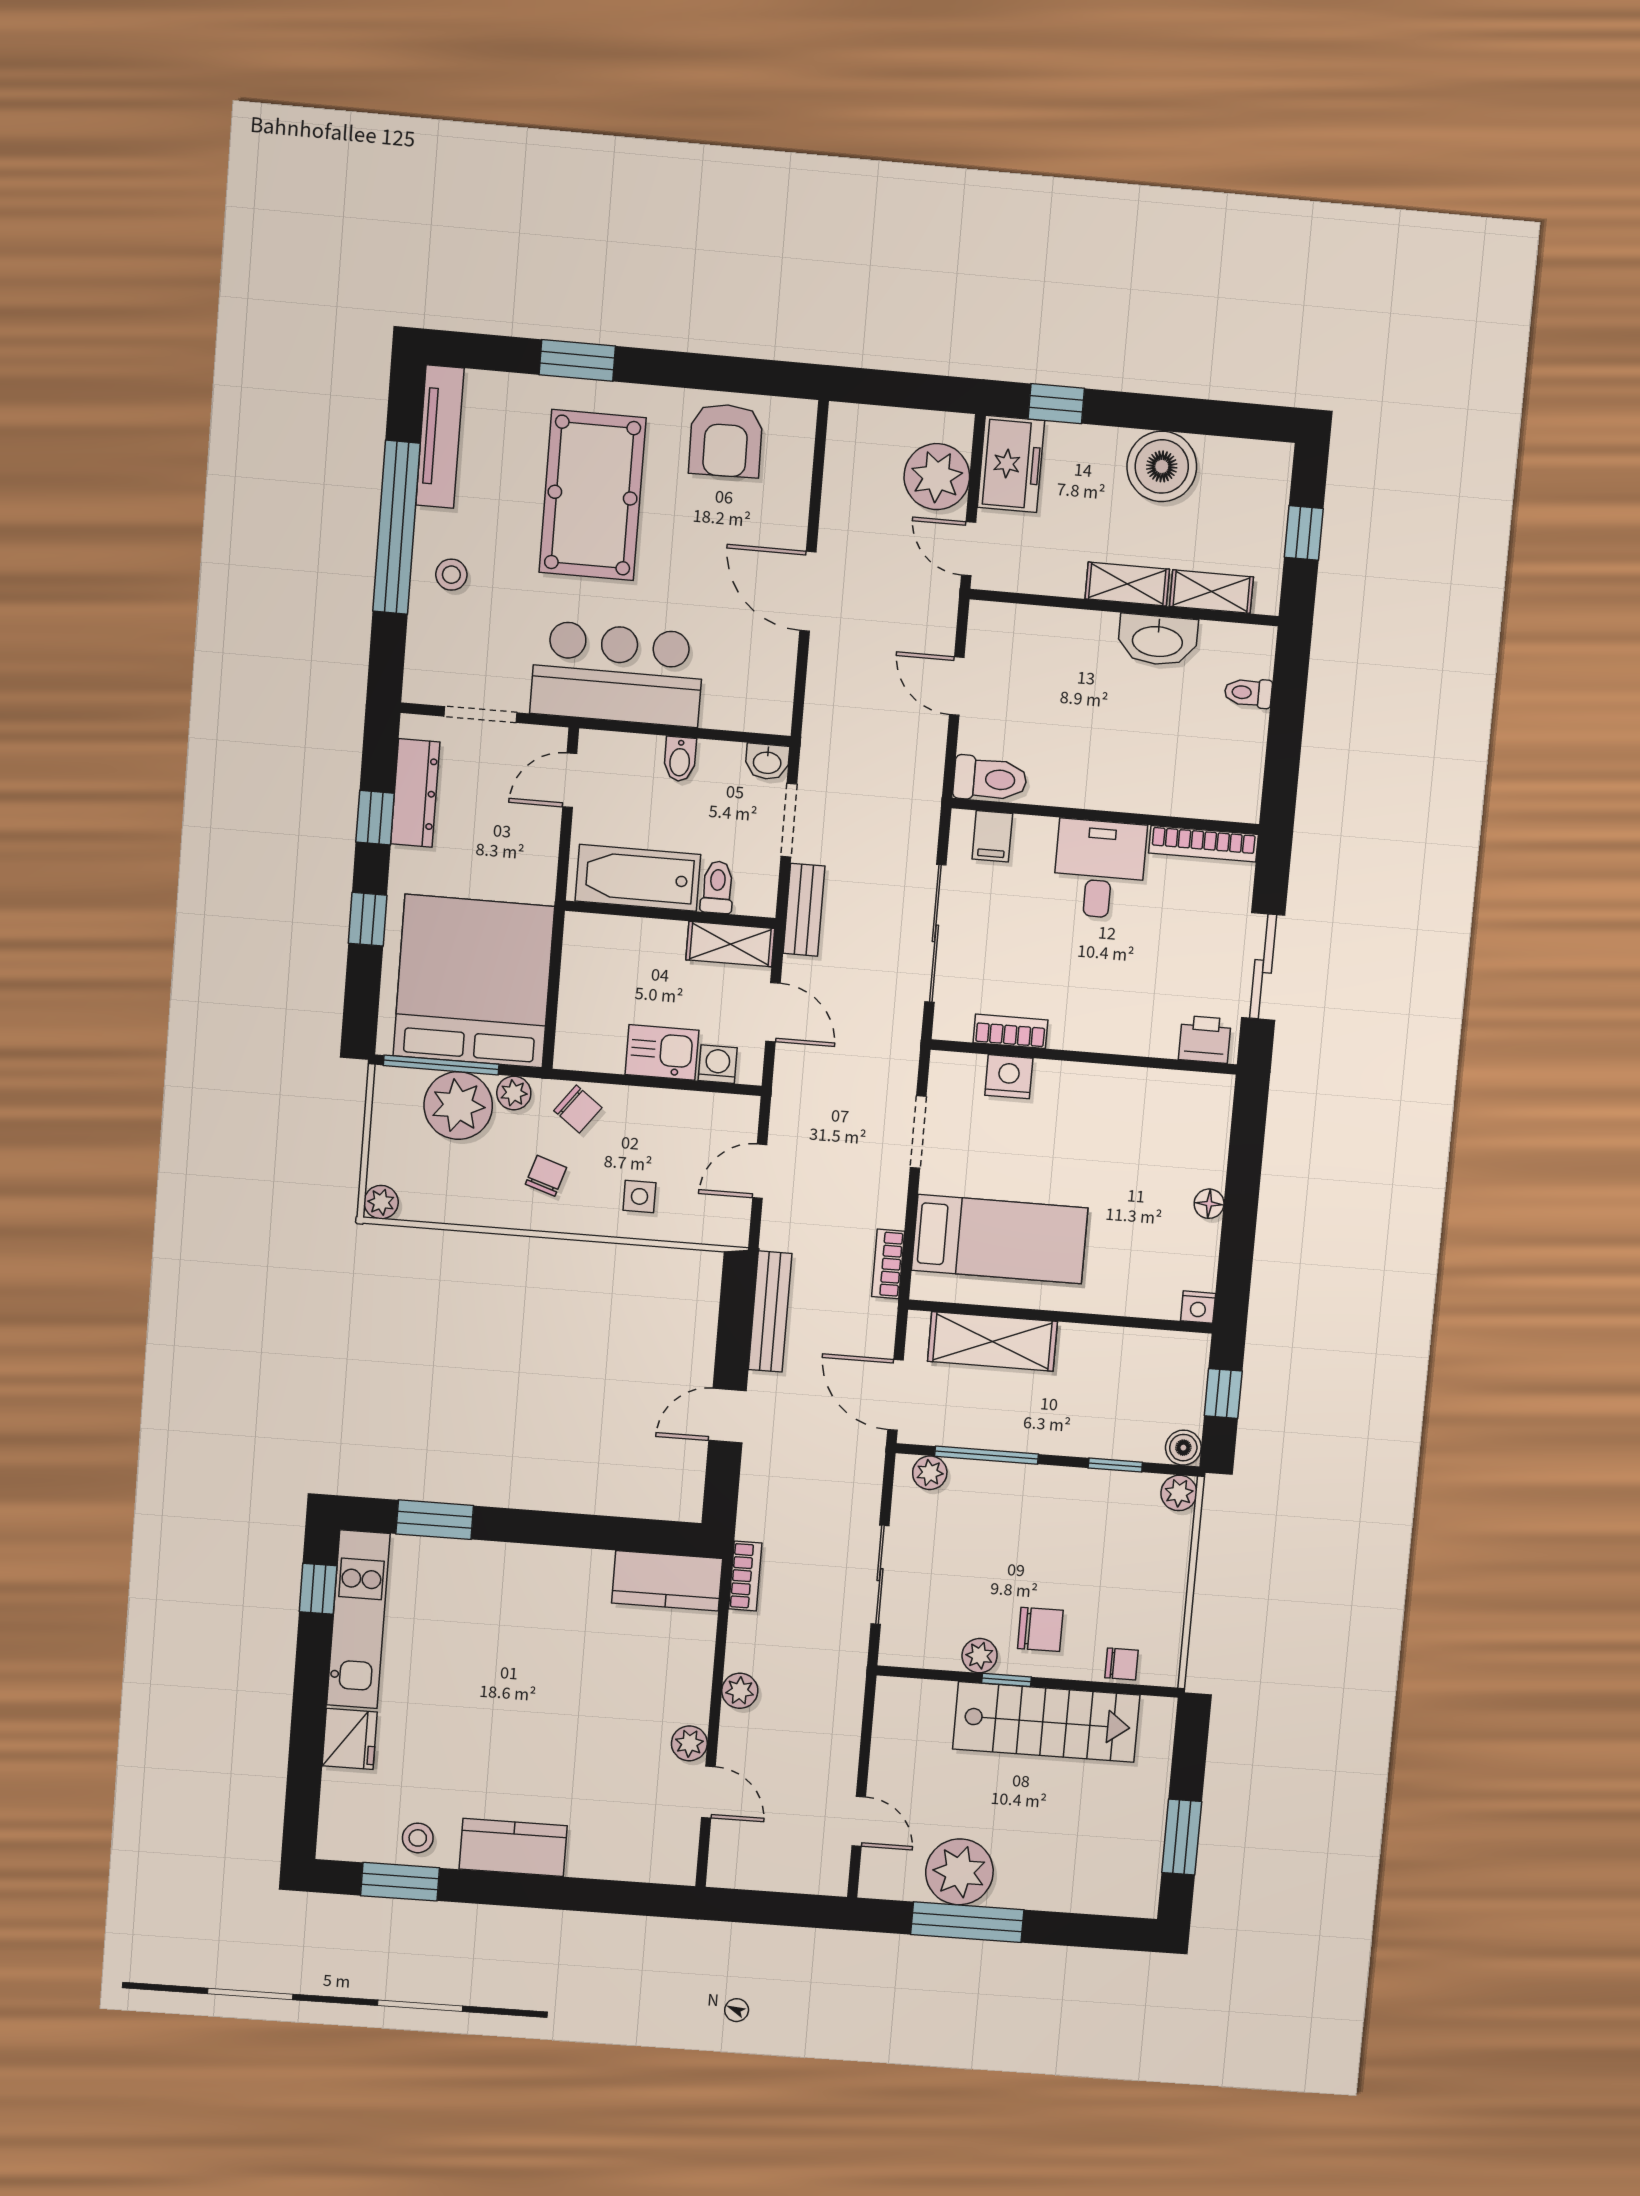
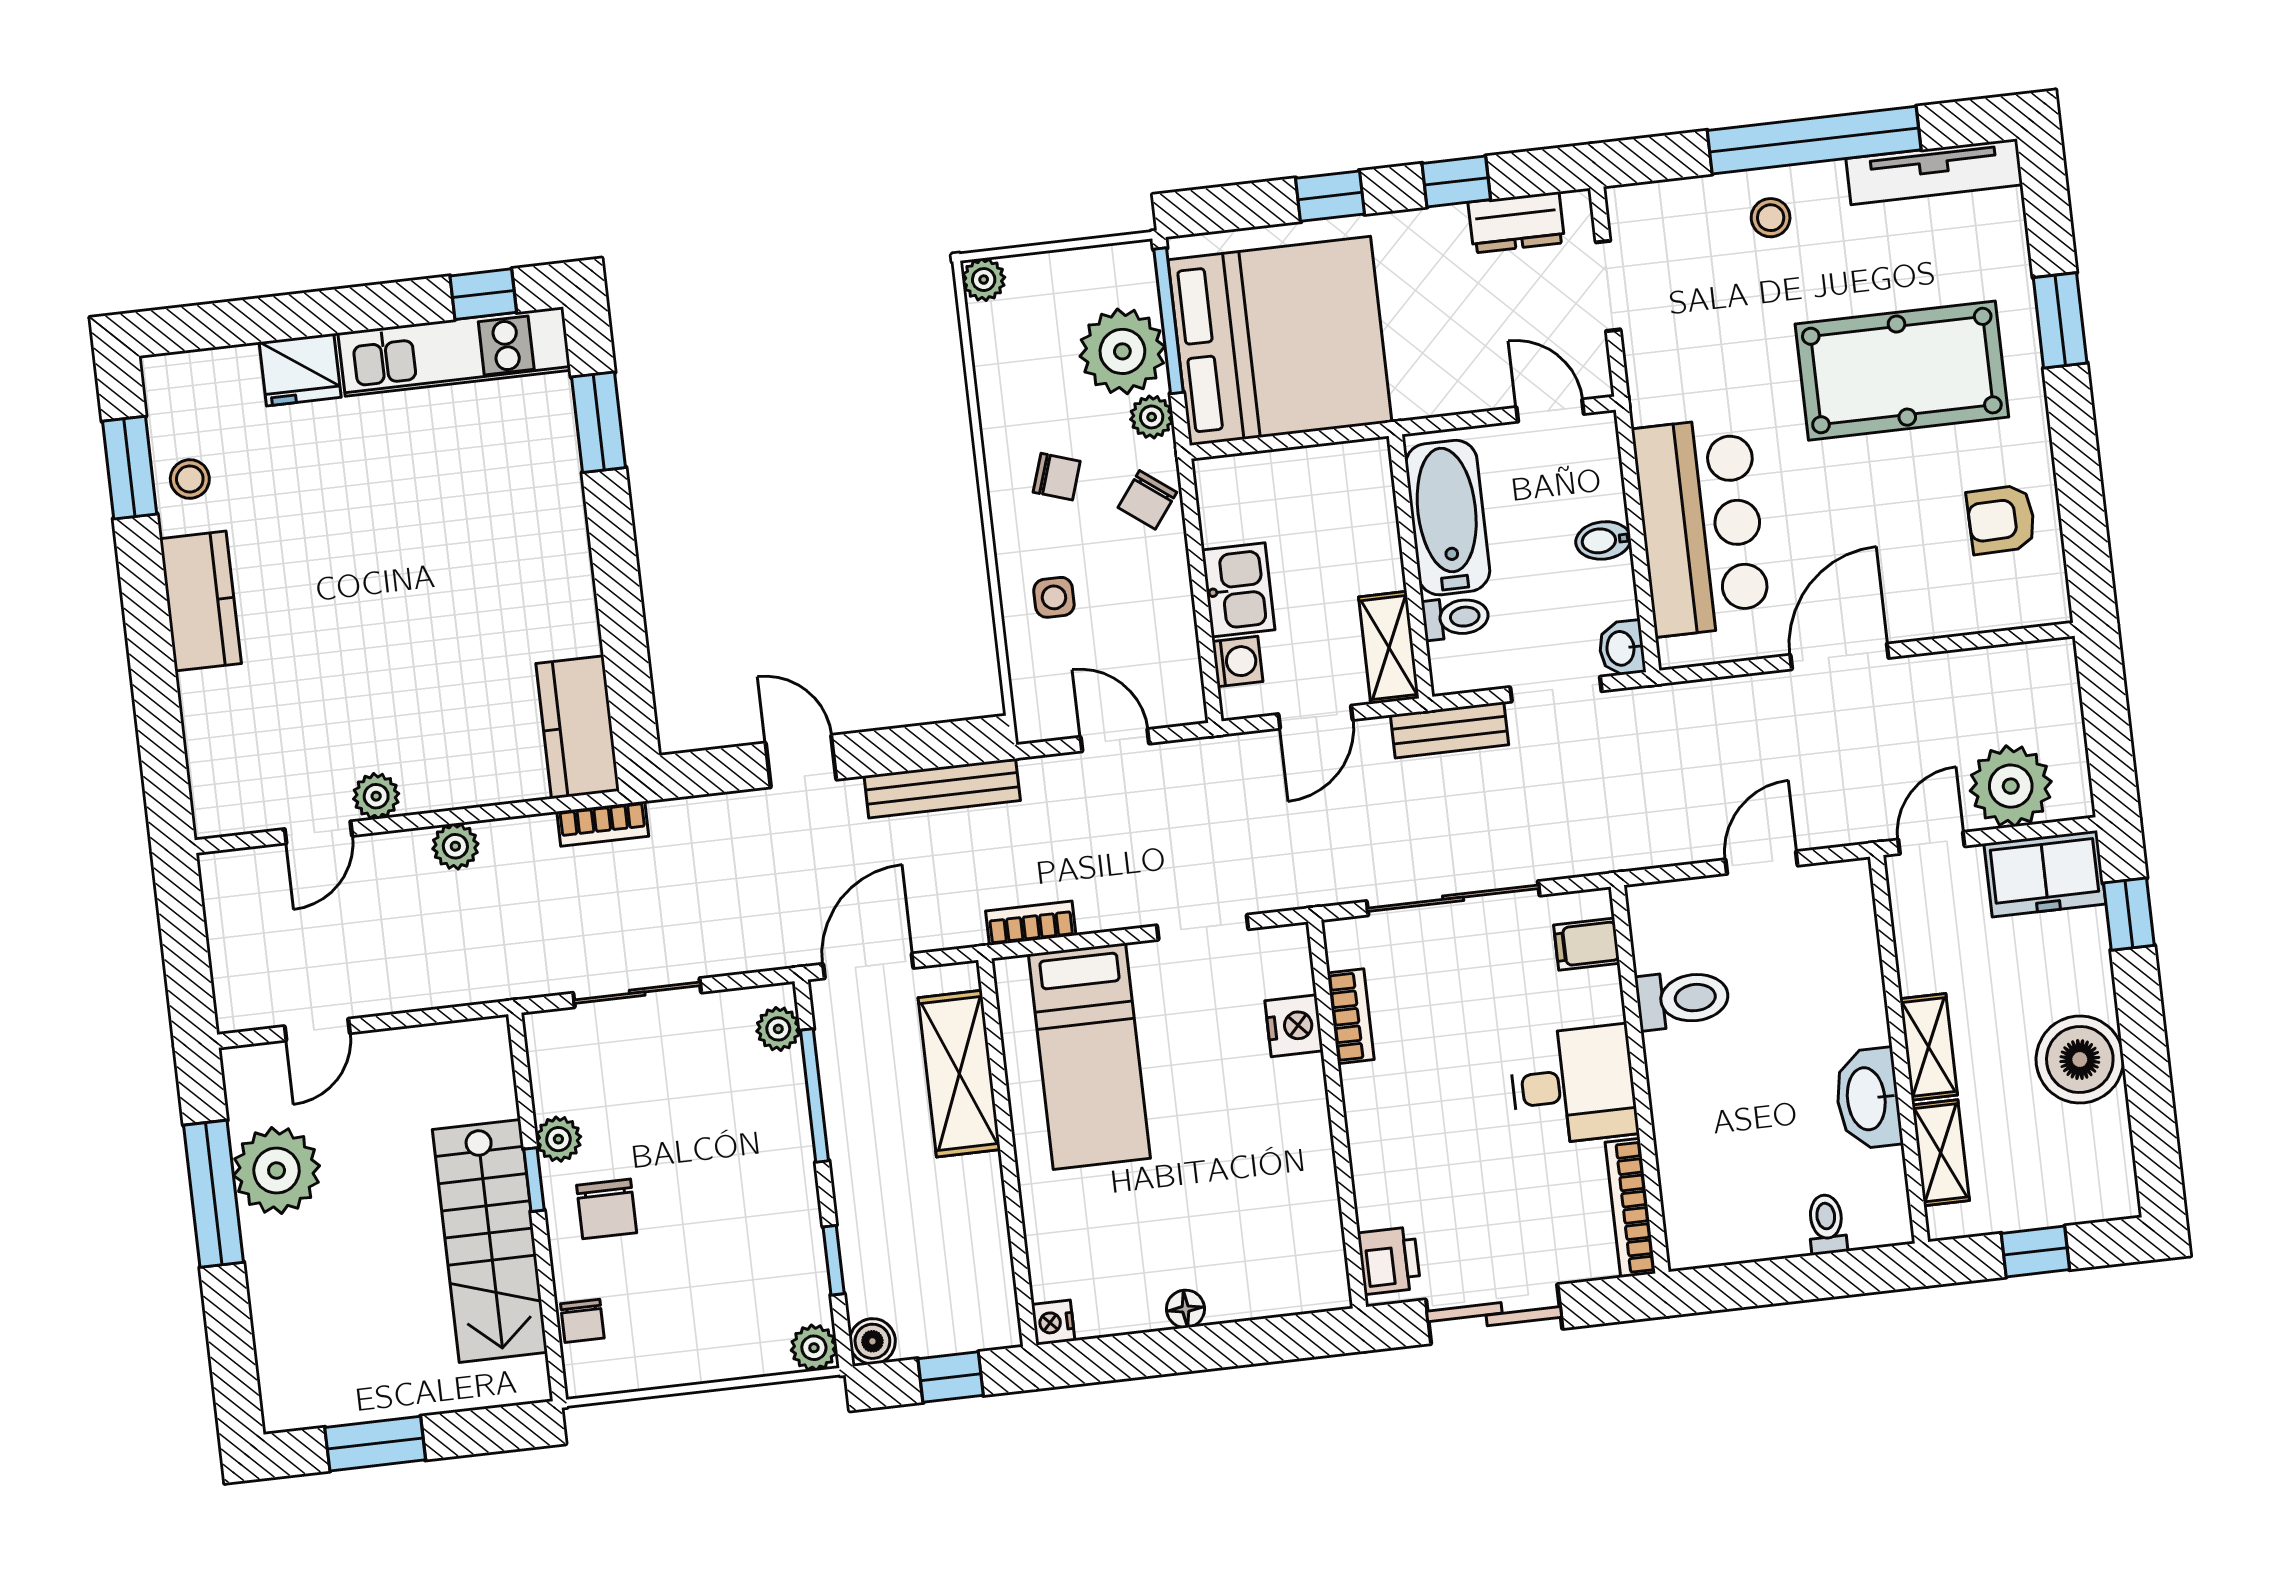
armchair: (726, 440) -> (2001, 520), width x0.72, depth x0.72
bar counter: (617, 674) -> (1701, 526), moved
toilet: (990, 779) -> (1683, 999), moved, turned -90
dresser: (415, 793) -> (1516, 222), width x0.70

